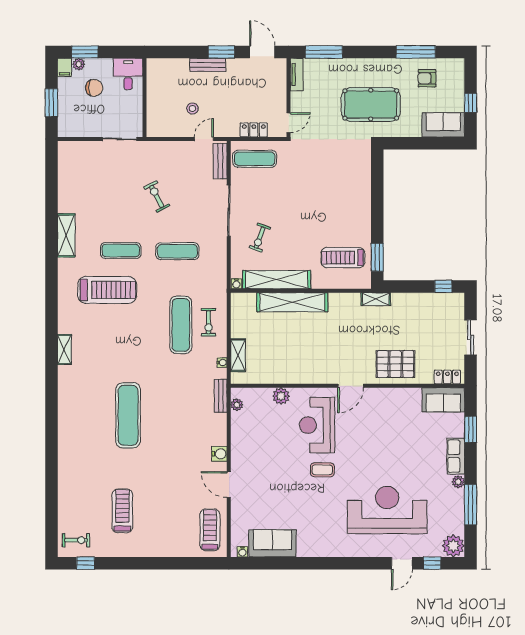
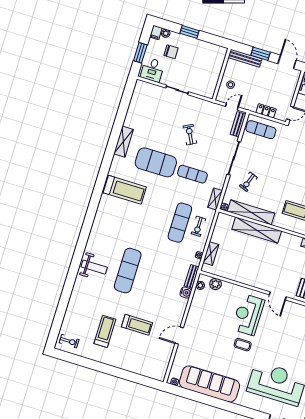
window: (85, 52) -> (190, 32), moved
bench: (208, 65) -> (245, 58), width x1.36
desk: (128, 74) -> (152, 70), moved, turned 180
wall: (145, 98) -> (222, 74), moved
exercise mat: (121, 251) -> (156, 162), width x2.00, depth x1.45
treadmill: (107, 290) -> (125, 190), moved
shelving: (64, 349) -> (215, 199), moved
door: (351, 386) -> (278, 296), hinge flipped
plant: (281, 396) -> (216, 284), moved
weight bench: (79, 425) -> (94, 267), added
water cooler: (219, 454) -> (186, 293), moved
door: (229, 484) -> (179, 336), hinge flipped
treadmill: (210, 530) -> (137, 325), moved, turned 90
sofa: (272, 543) -> (209, 384), width x1.85, depth x1.27
window: (86, 563) -> (71, 358), removed

